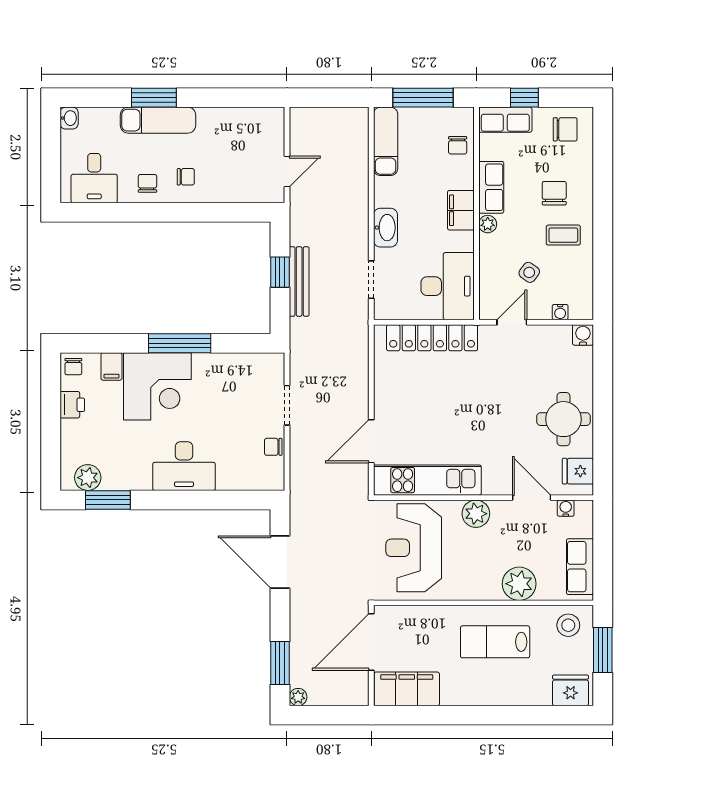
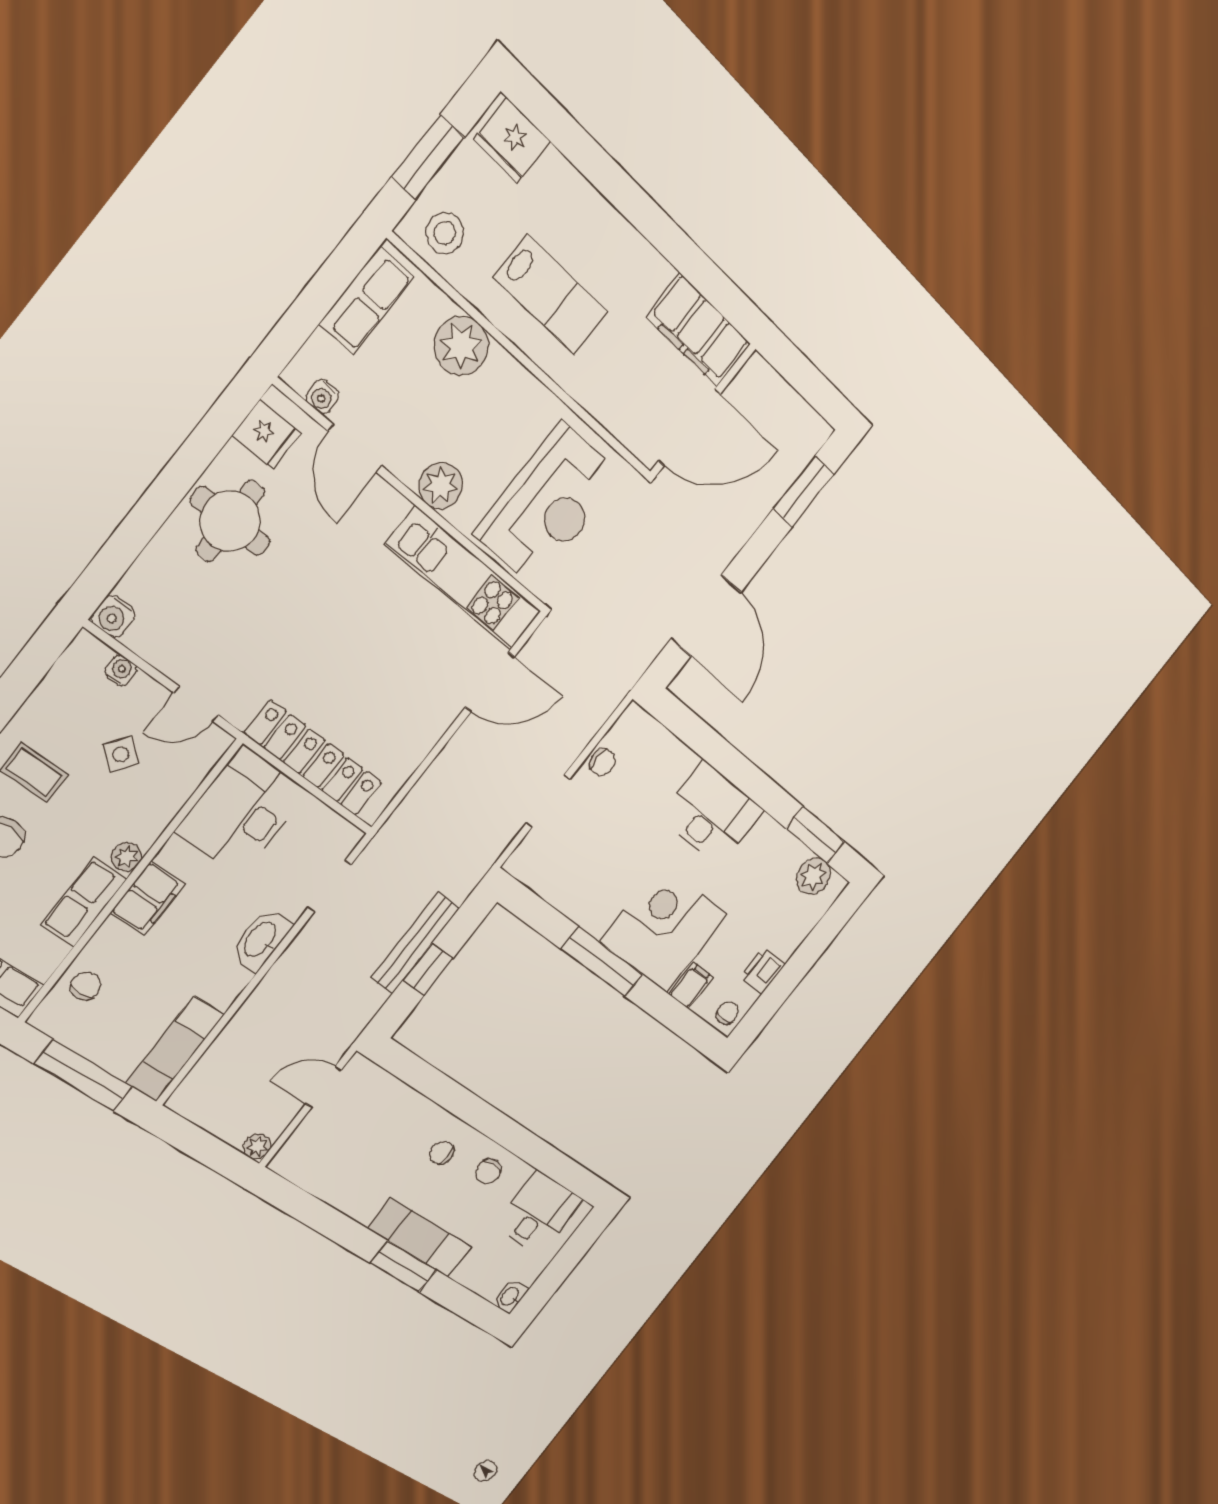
plant: (298, 697) -> (257, 1147), moved

